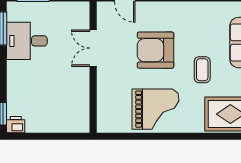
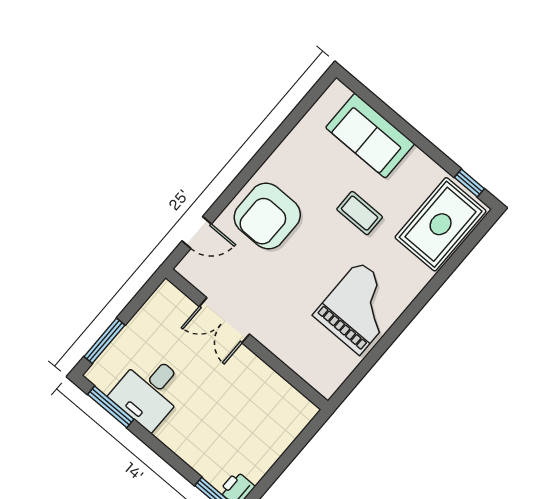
armchair: (156, 50) -> (267, 216), moved

